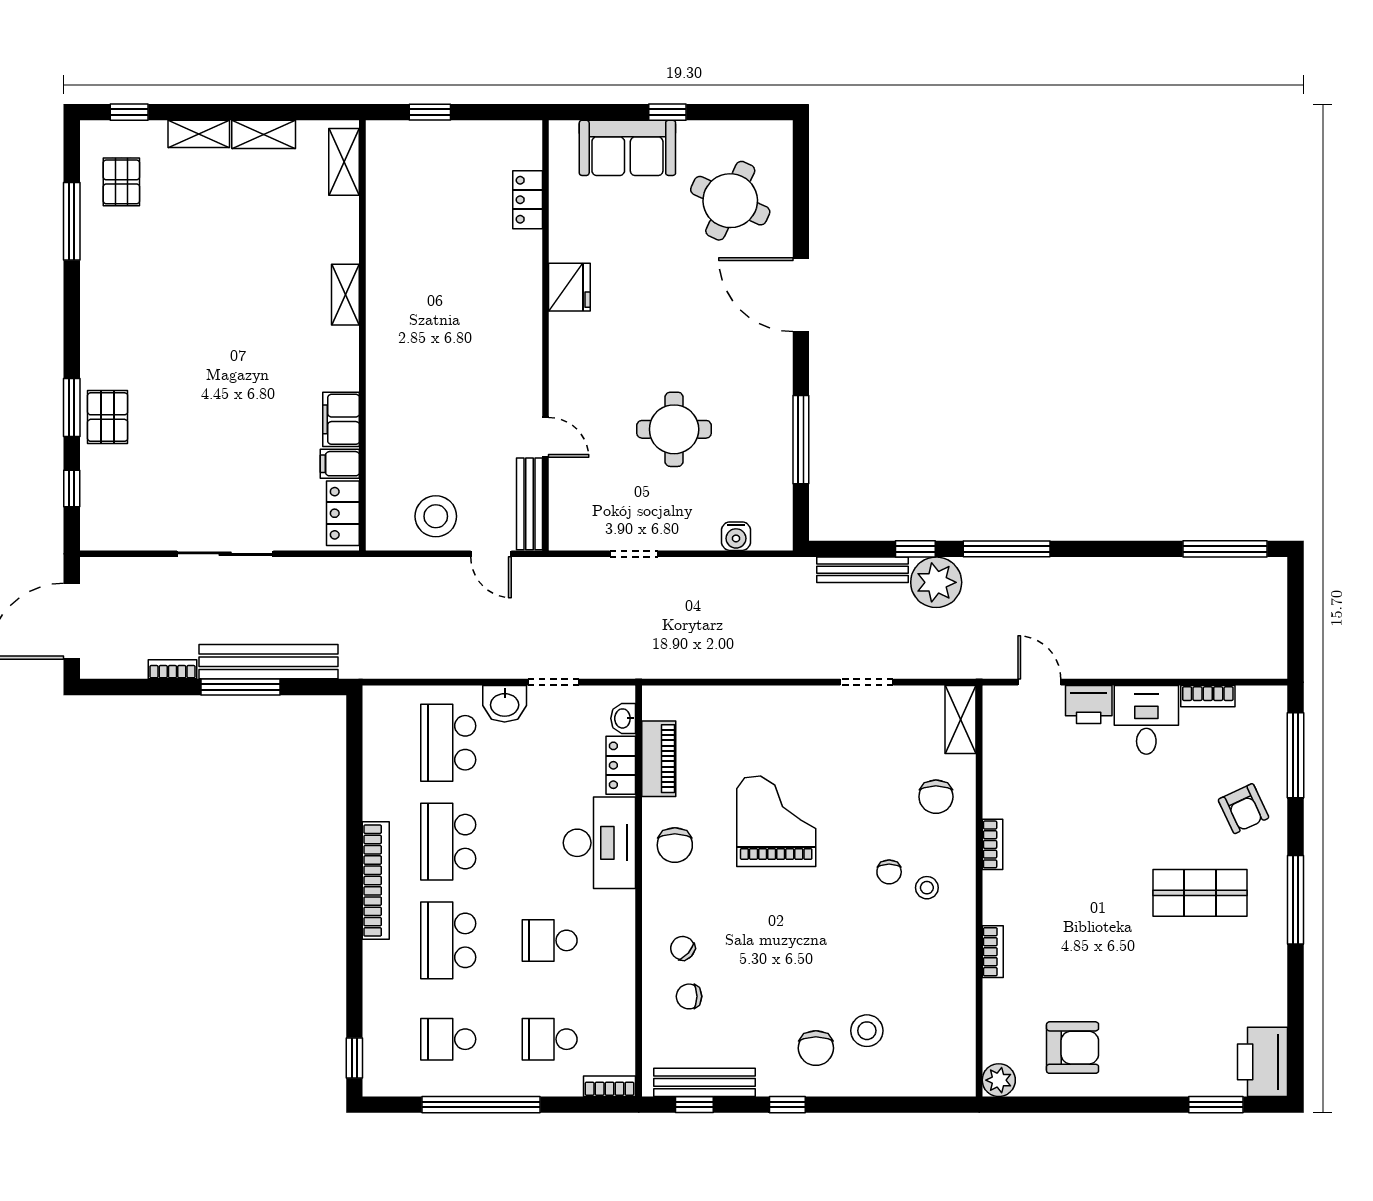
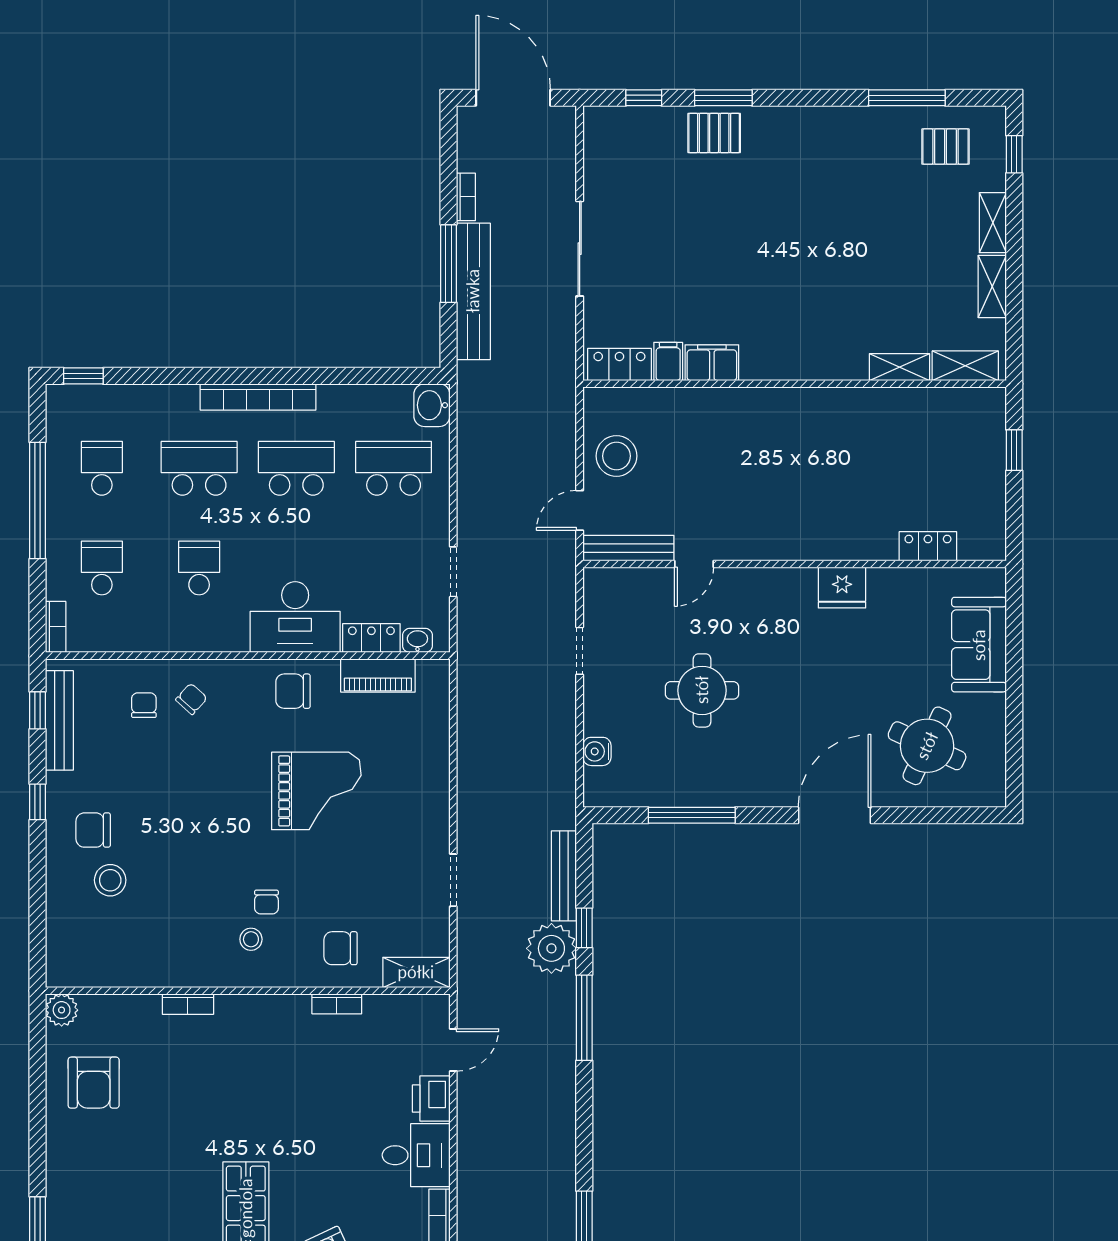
window: (667, 112) -> (1014, 684), removed
shelving: (345, 295) -> (900, 367), moved
washbasin: (505, 704) -> (432, 405), moved
bookcase: (992, 844) -> (337, 1004), moved
chair: (889, 872) -> (266, 902), turned -90

